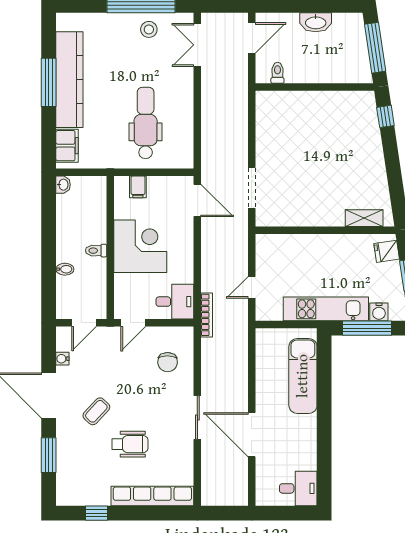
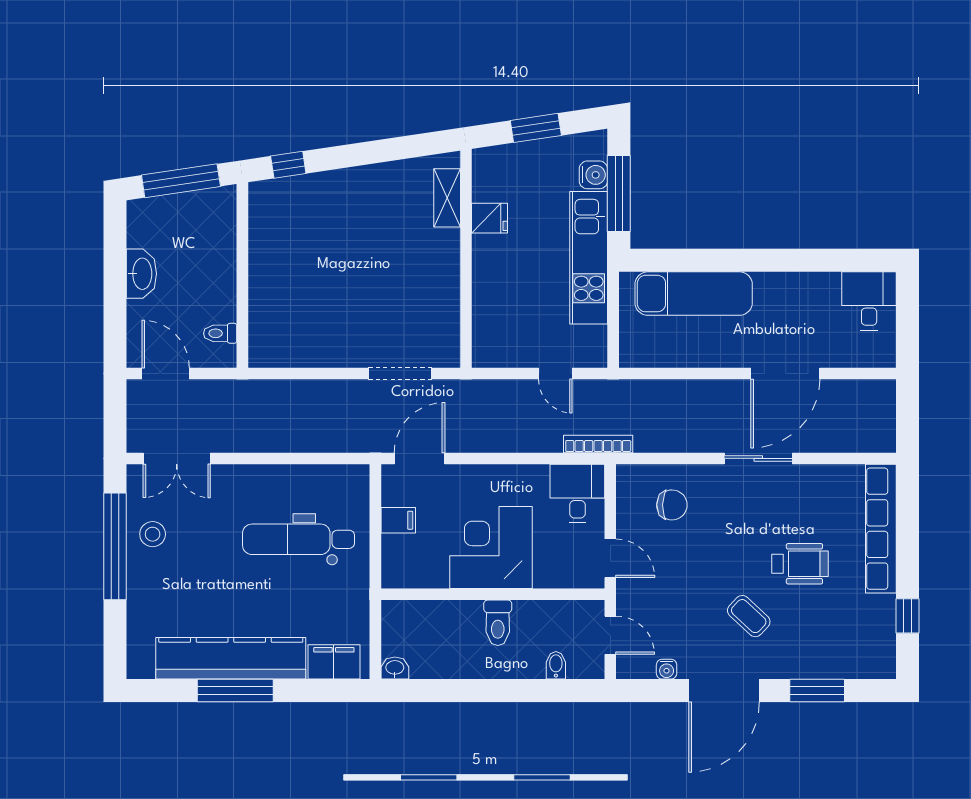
filing cabinet: (138, 187) -> (398, 520), moved
toilet: (96, 251) -> (498, 623), width x1.37, depth x1.39
fridge: (387, 251) -> (489, 218), moved, turned -82
bidet: (65, 269) -> (556, 665), moved
wheelchair: (130, 444) -> (800, 564), turned 90

